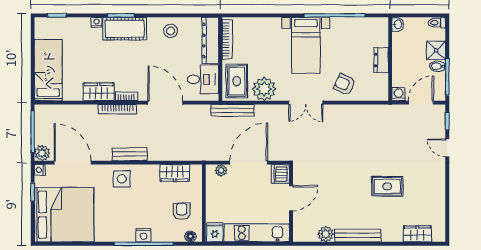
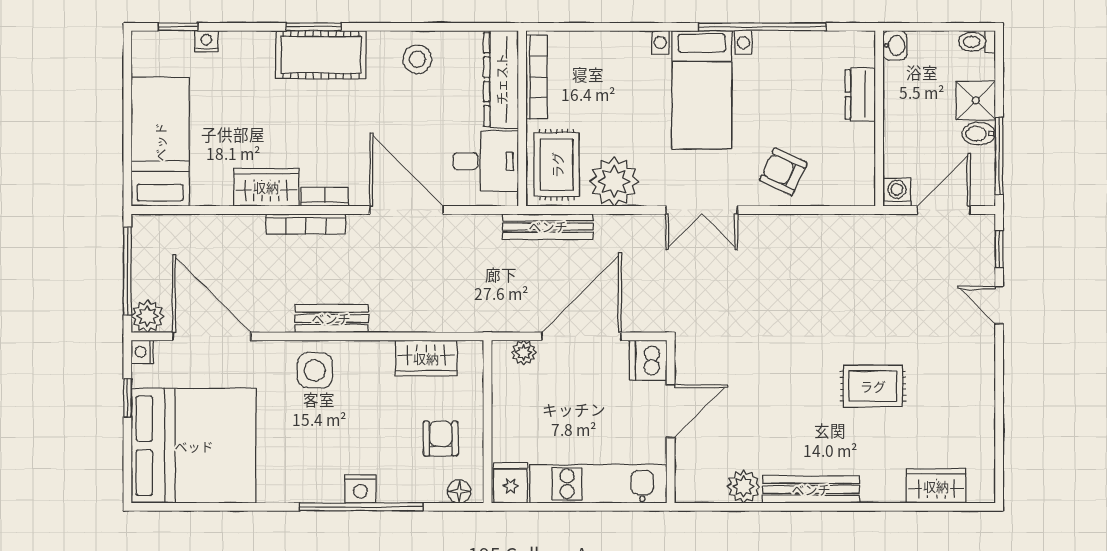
nightstand: (96, 22) -> (206, 41), moved
dresser: (381, 60) -> (860, 94), moved

